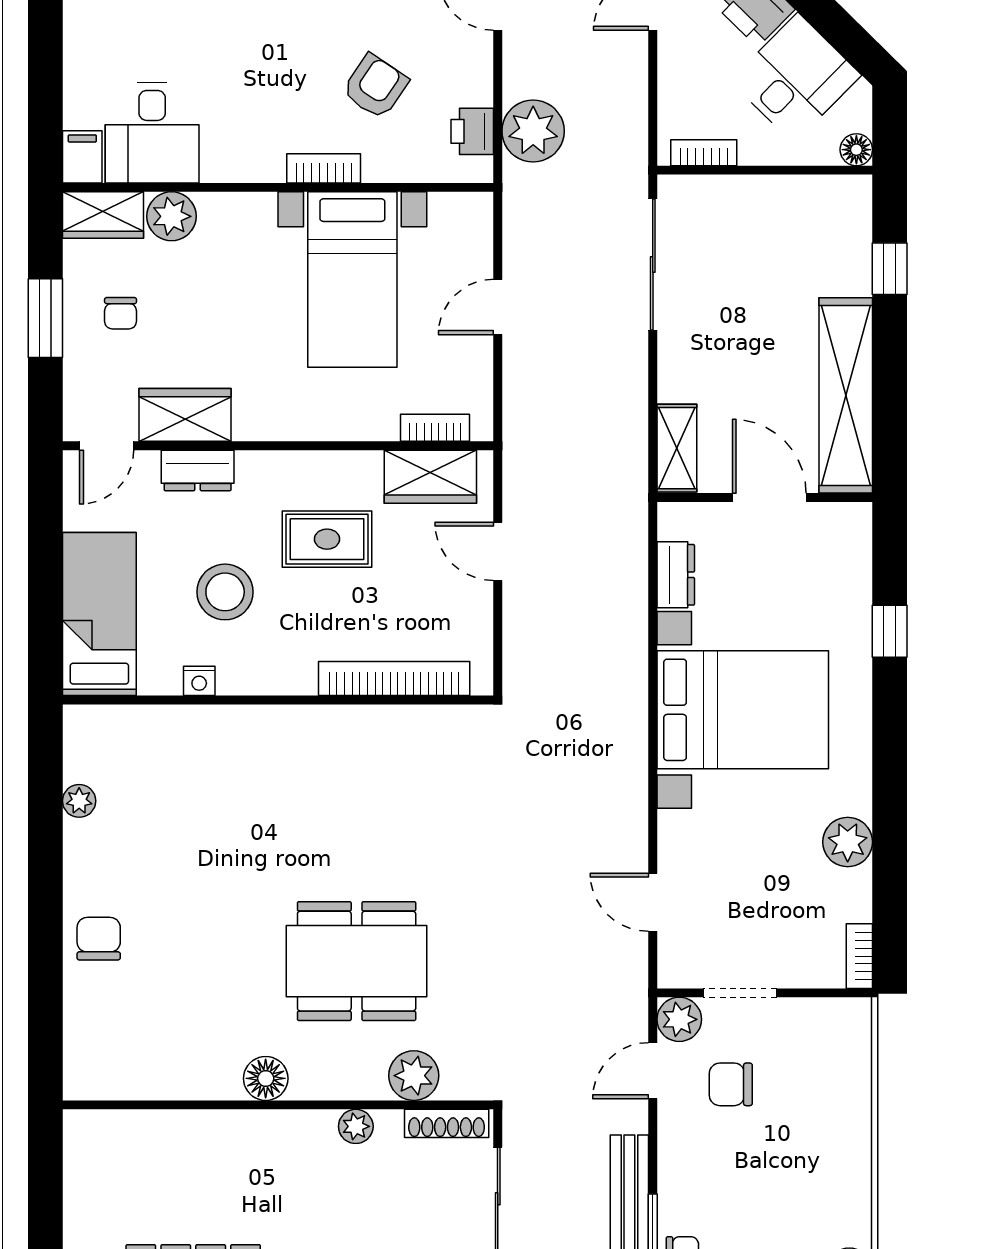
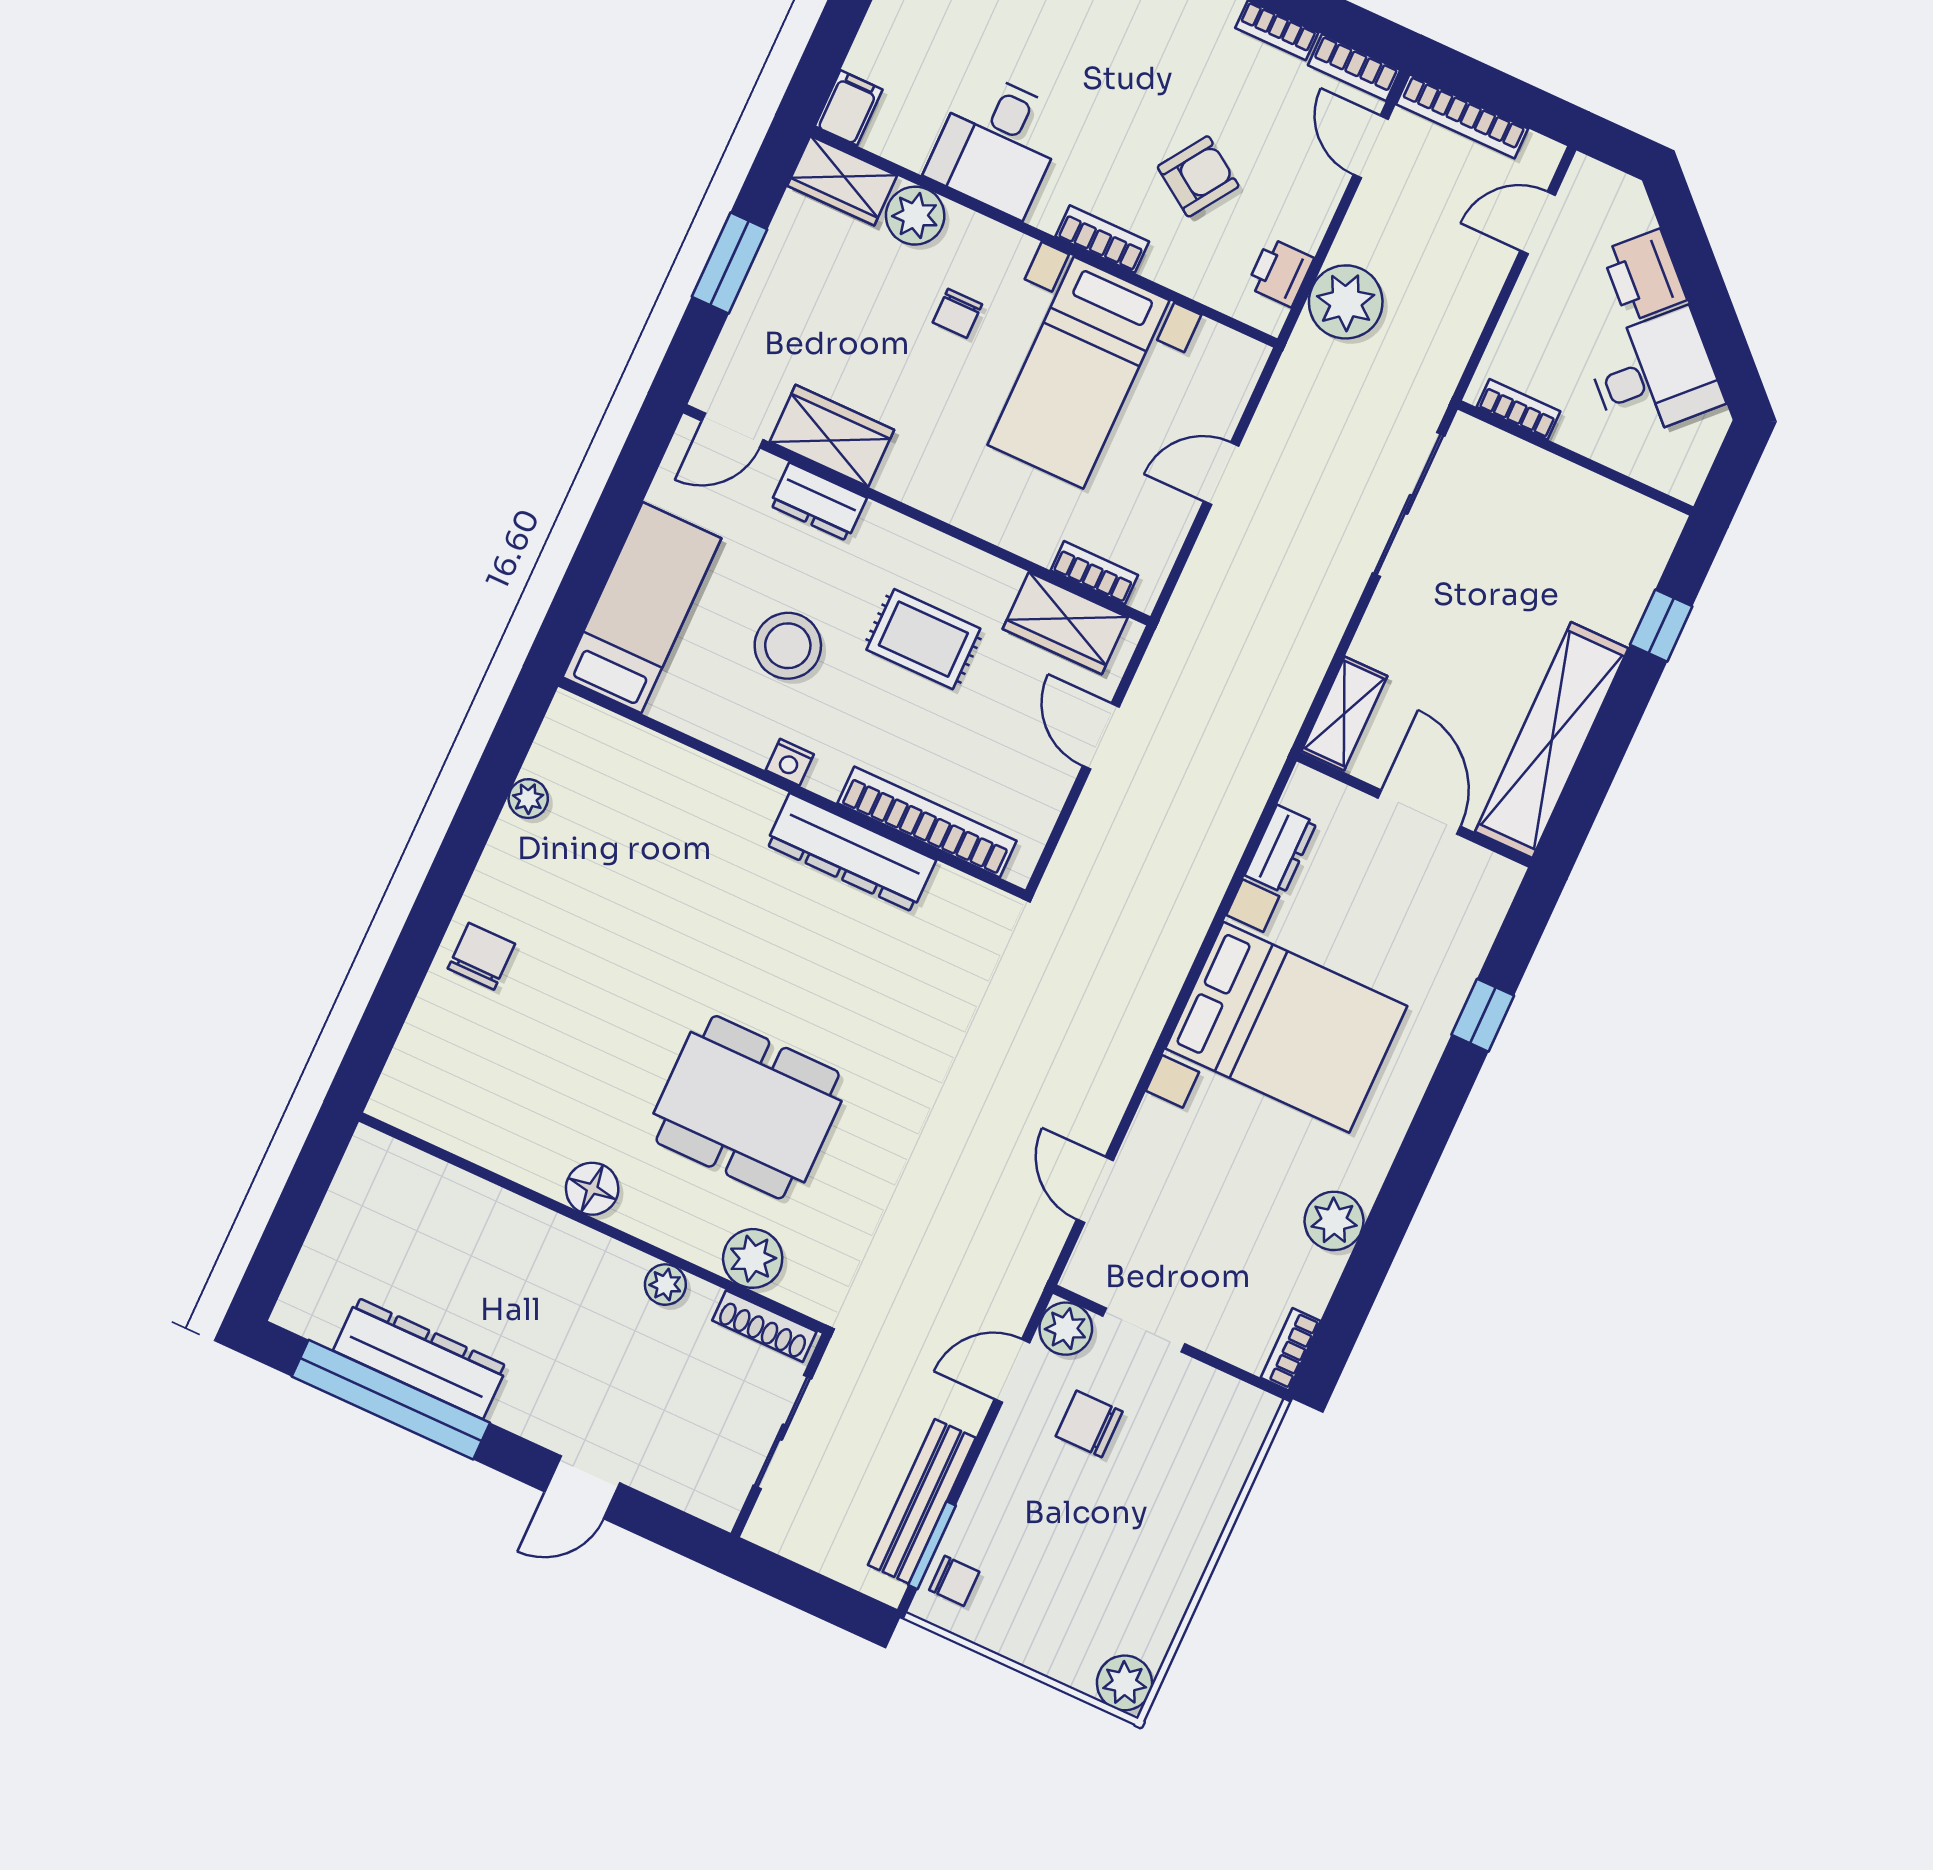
desk: (152, 133) -> (997, 144), moved
floor lamp: (856, 150) -> (1684, 481), removed
chair: (121, 313) -> (957, 313), moved
nightstand: (199, 681) -> (790, 762), moved
dresser: (346, 729) -> (851, 852), added

